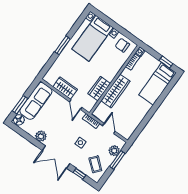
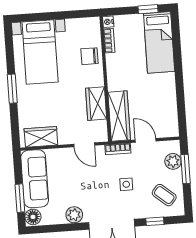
chair: (122, 45) -> (90, 56), moved
wardrobe: (65, 88) -> (41, 137), moved
wardrobe: (115, 91) -> (119, 116), moved

